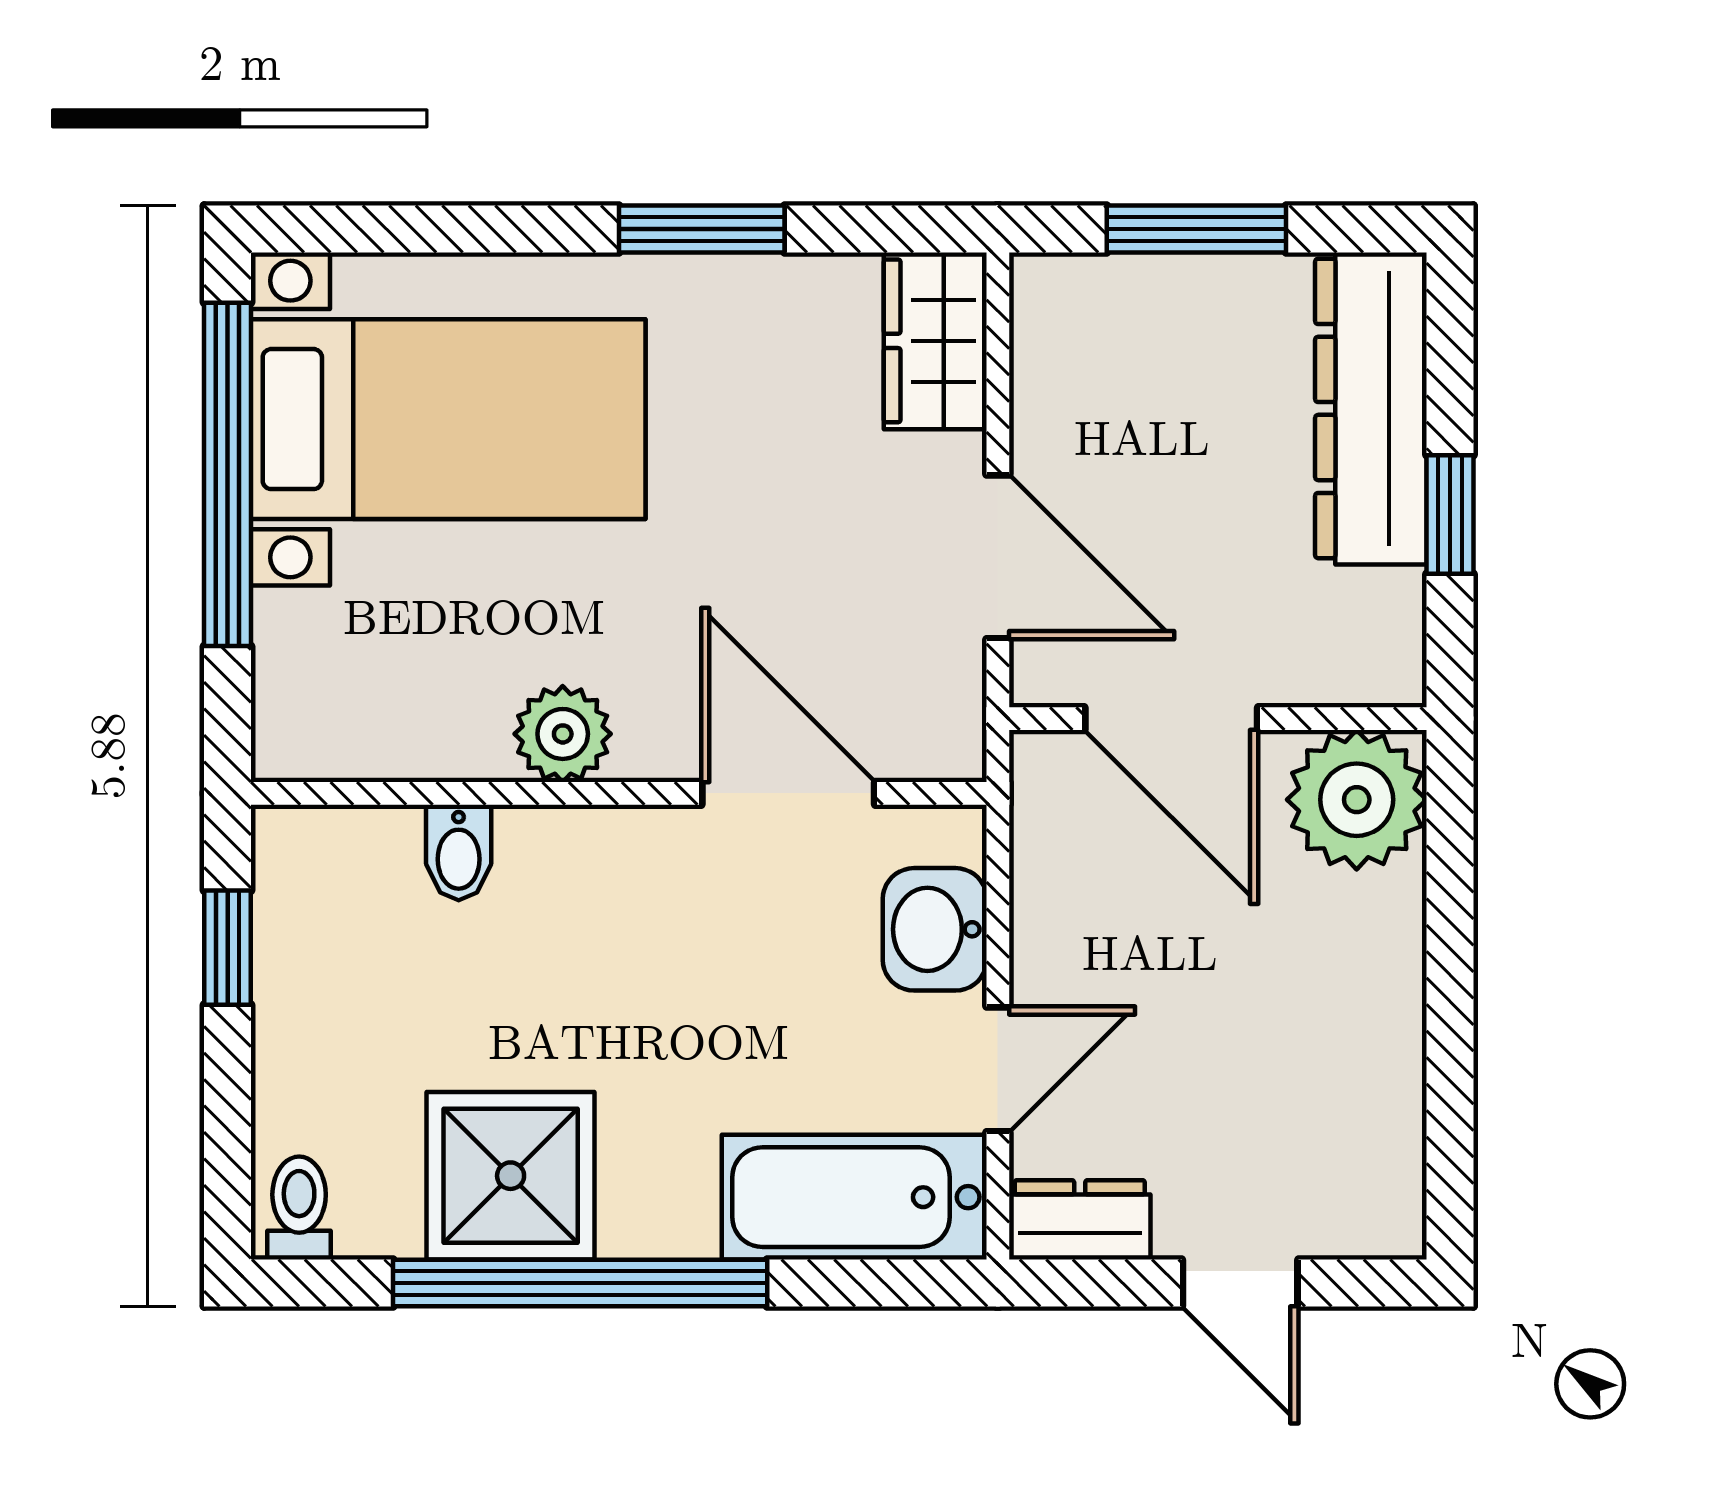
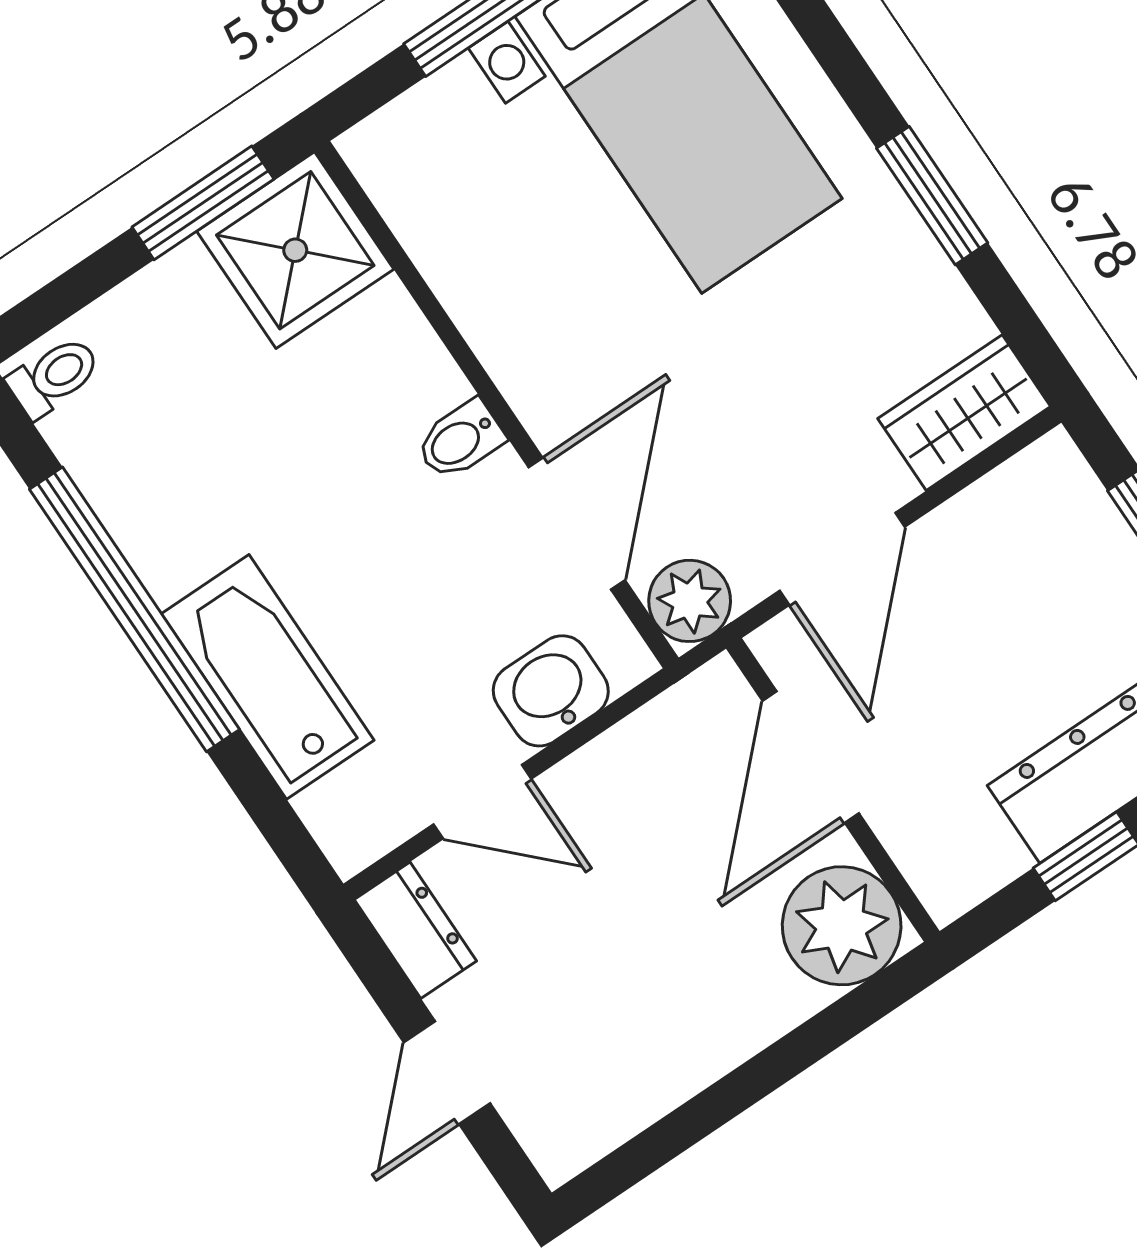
plant: (563, 734) -> (690, 601), moved
bidet: (459, 852) -> (460, 440), moved
window: (228, 948) -> (203, 203), width x1.50
shower: (511, 1176) -> (295, 250), moved
bathtub: (854, 1197) -> (268, 677), moved

